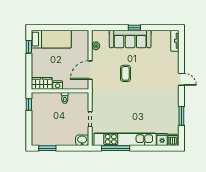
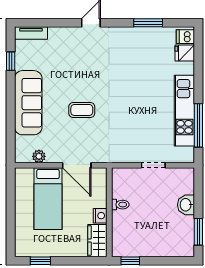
window: (134, 28) -> (11, 61), moved
bed: (51, 39) -> (48, 199), moved, turned 180
kitchen unit: (125, 139) -> (184, 111), width x0.73
washbasin: (82, 140) -> (186, 205), moved

